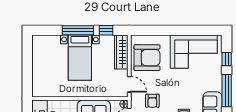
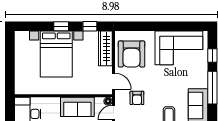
window: (78, 30) -> (61, 26), width x0.46
bed with nightstands: (80, 58) -> (56, 54), width x1.36
armchair: (147, 58) -> (131, 54), turned 90

